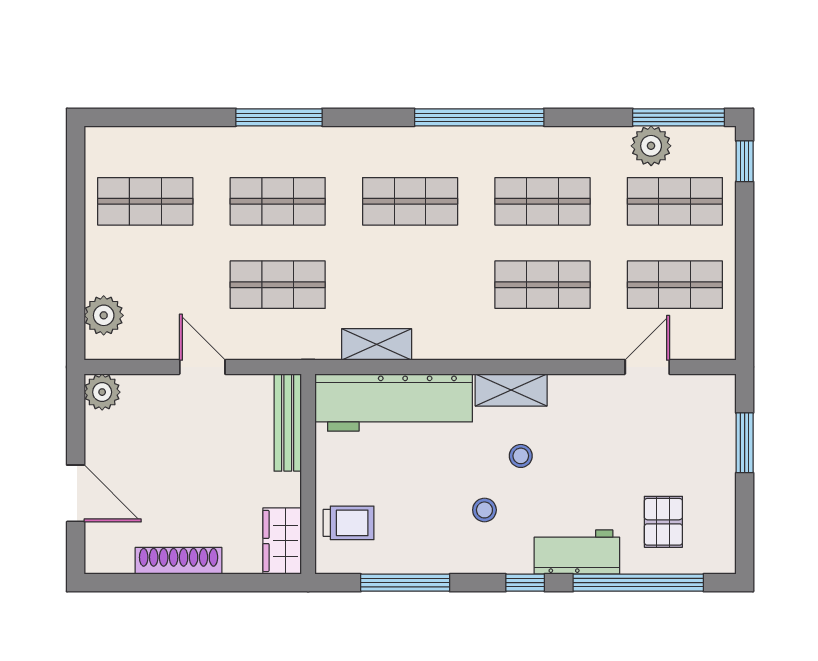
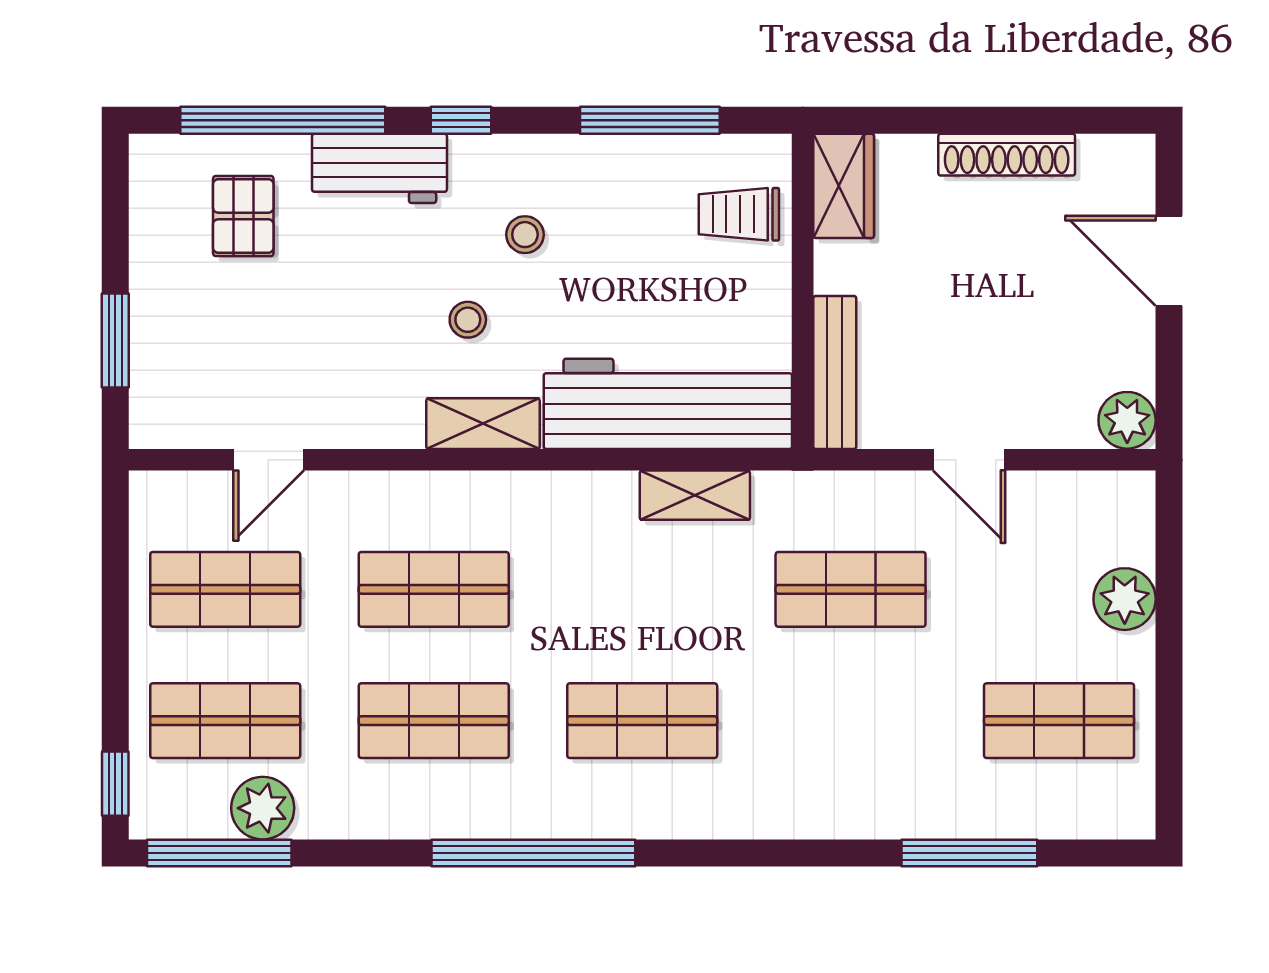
window: (279, 117) -> (969, 853), moved
shop shelf: (278, 201) -> (851, 721), removed
plant: (104, 315) -> (1125, 599), moved

